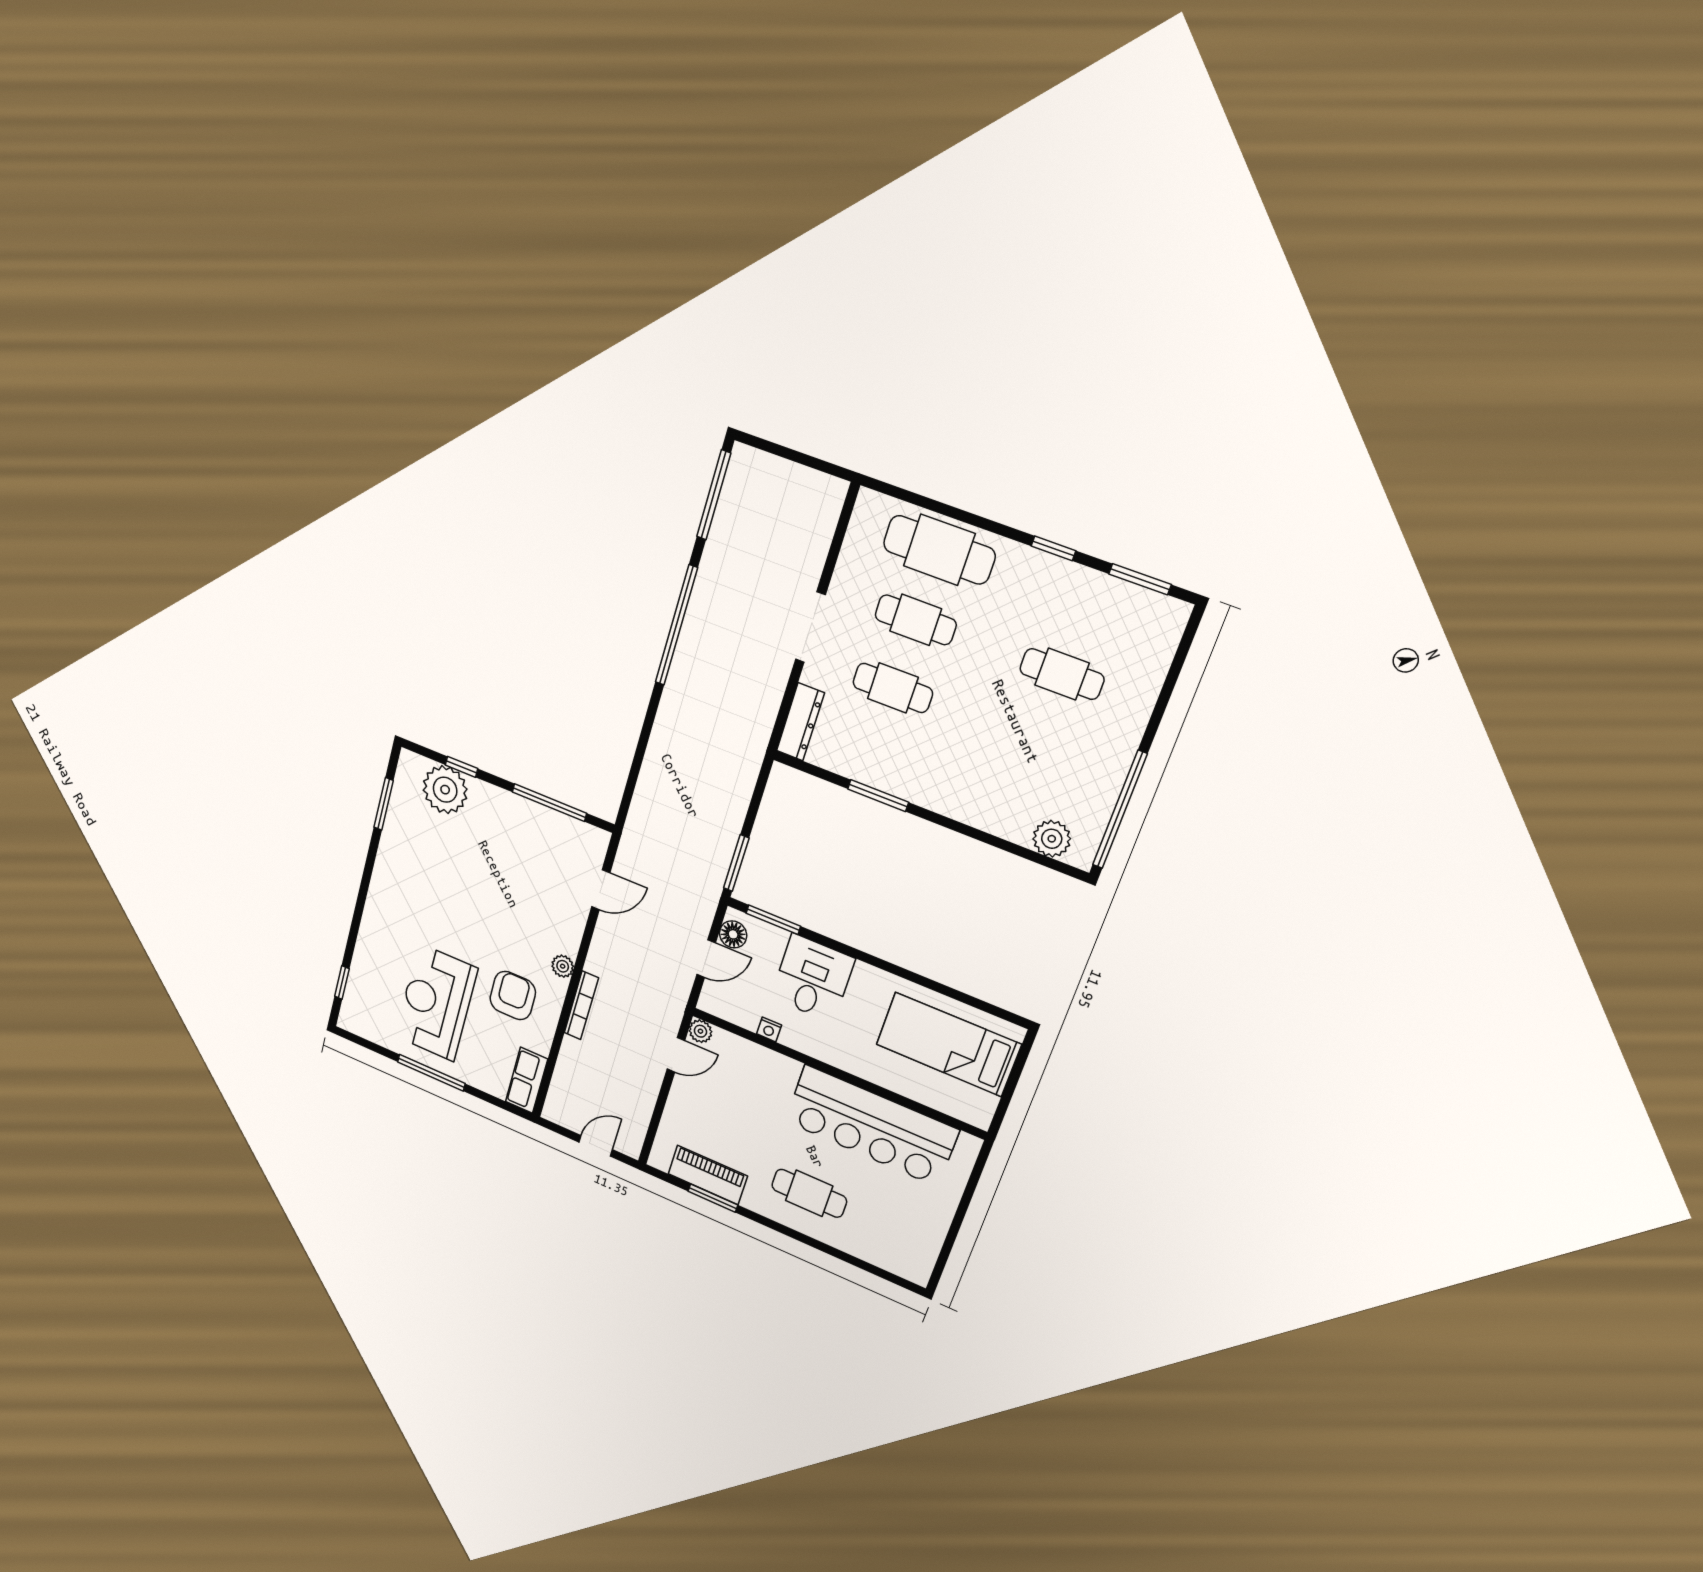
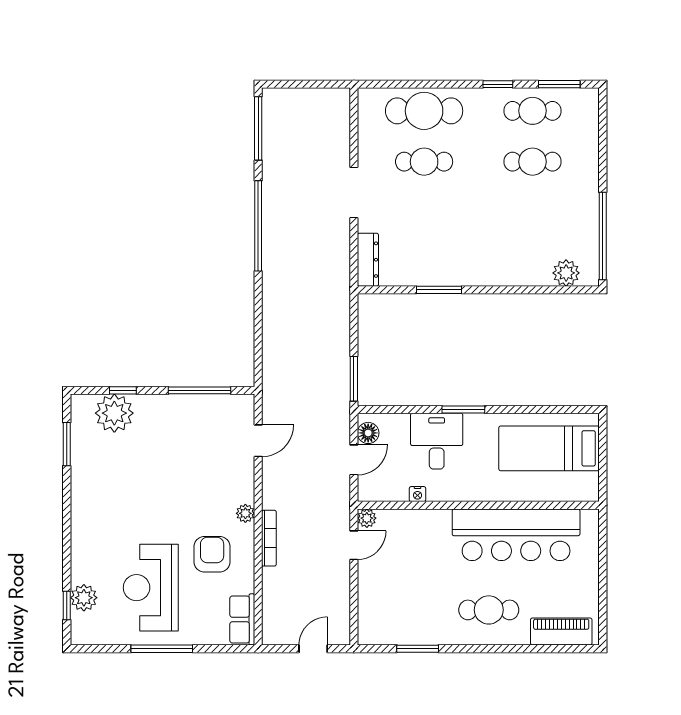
cafe table: (893, 688) -> (533, 111), moved
window: (773, 920) -> (463, 410), moved
plant: (362, 982) -> (84, 598), added
piano: (708, 1175) -> (561, 632), moved

